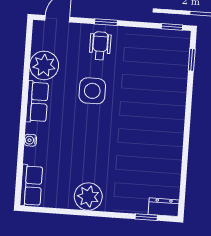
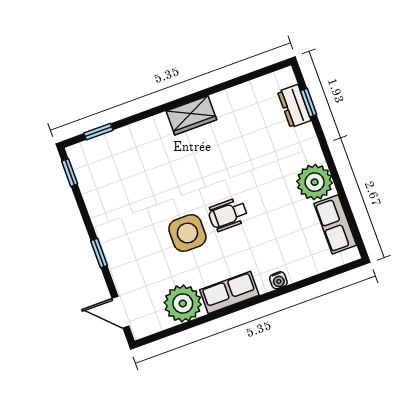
wheelchair: (100, 46) -> (228, 214), moved
wardrobe: (174, 131) -> (191, 115), added
row of seats: (31, 185) -> (335, 224), moved, turned -90
dresser: (164, 207) -> (294, 106), moved

